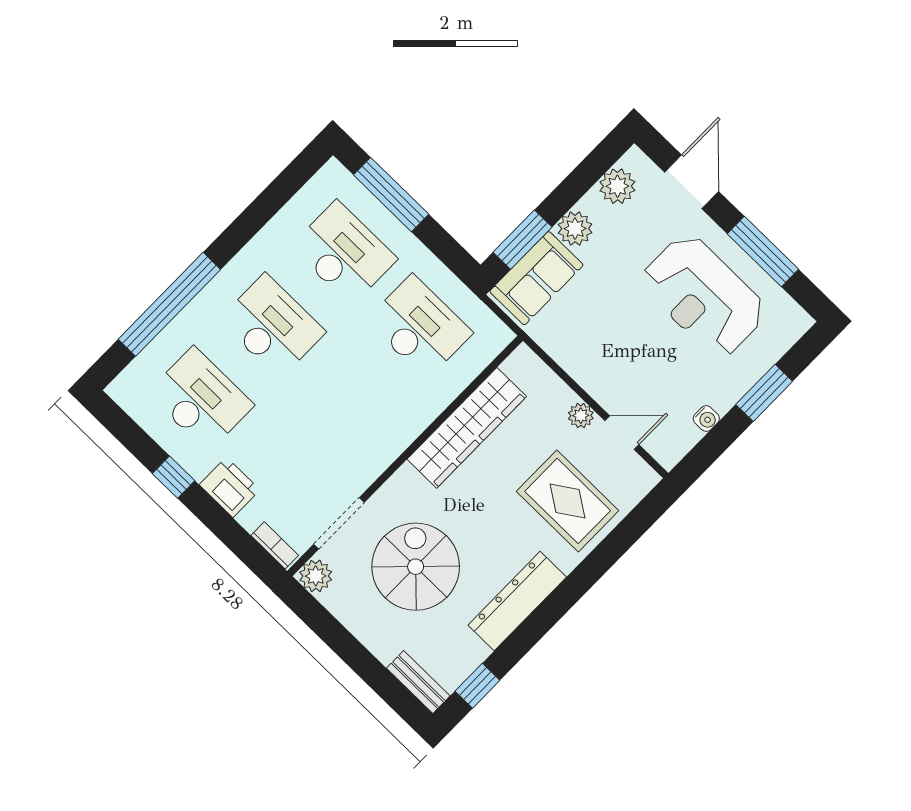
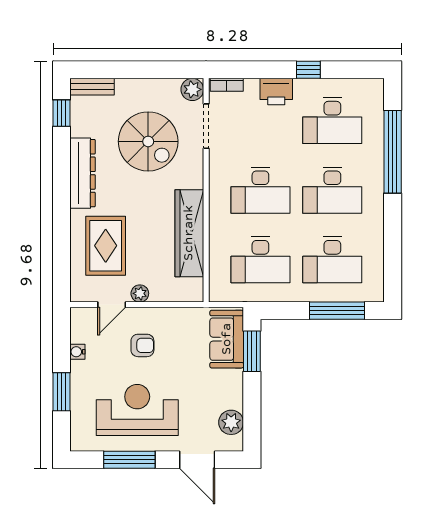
plant: (575, 229) -> (232, 382), removed
armchair: (631, 358) -> (142, 345), added
desk: (348, 400) -> (260, 190), added
rug: (568, 501) -> (106, 246), turned 90

